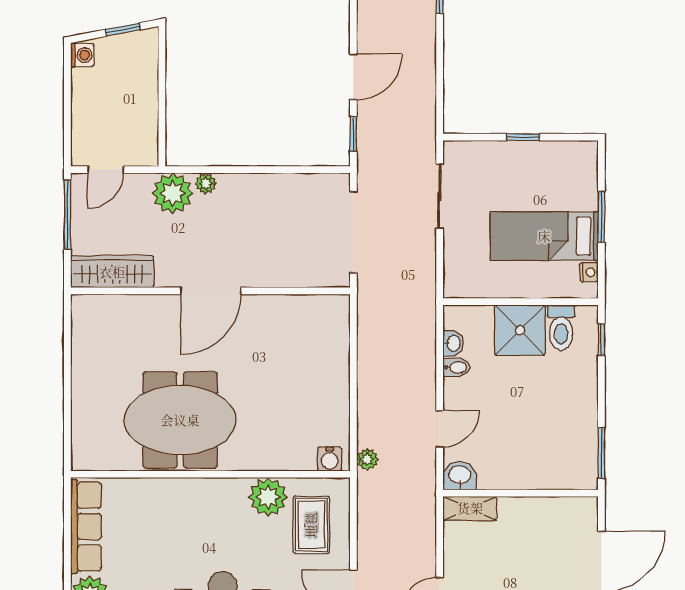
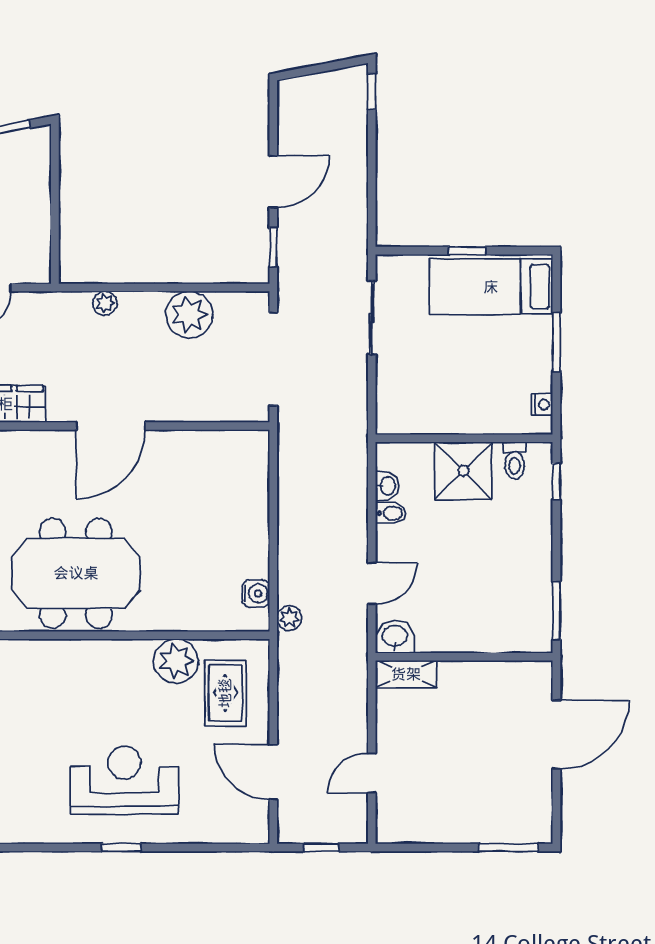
plant: (173, 193) -> (189, 315), moved
bed: (544, 236) -> (491, 287), moved
toilet: (561, 328) -> (515, 461), width x0.73, depth x0.72
water cooler: (330, 459) -> (256, 593), moved, turned -90

